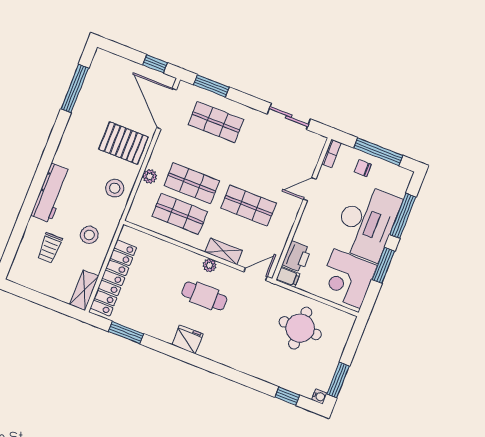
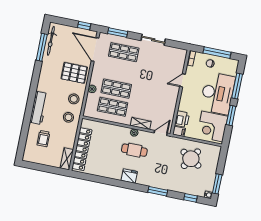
bicycle: (93, 80) -> (51, 41), added
sliding door: (289, 116) -> (153, 40), moved
shop shelf: (249, 206) -> (150, 95), removed
stool: (89, 235) -> (68, 117), moved
round table: (300, 328) -> (191, 159), turned 32
window: (126, 333) -> (158, 191), moved

